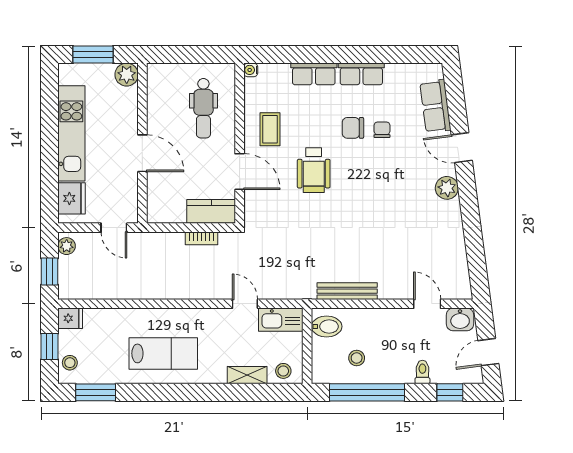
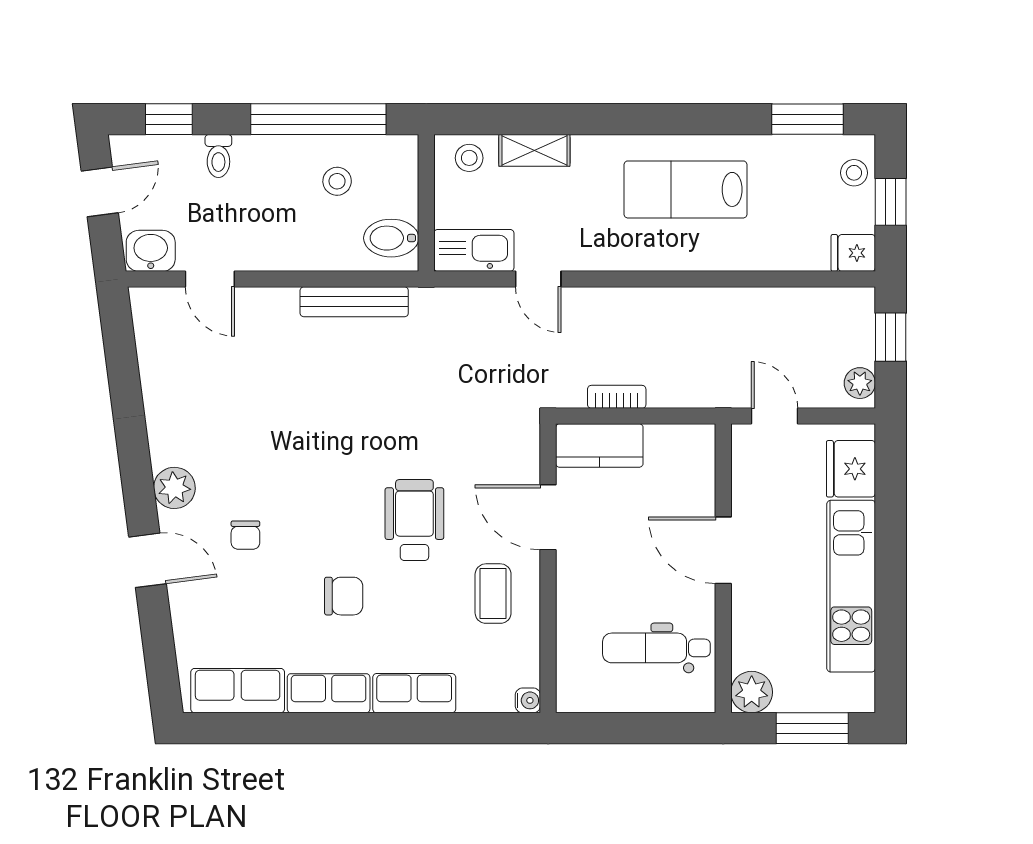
row of seats: (435, 106) -> (238, 691), moved, turned -83
dental chair: (203, 108) -> (656, 648), moved, turned -90
chair: (382, 130) -> (245, 535), moved

